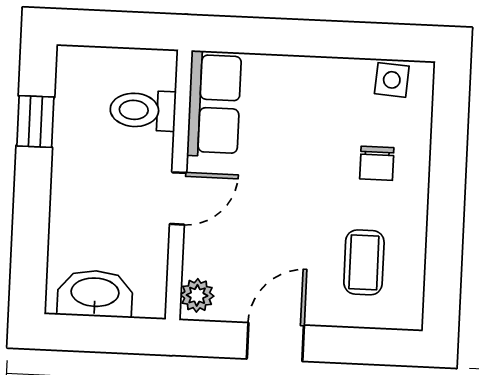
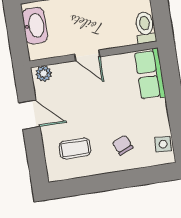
row of seats: (214, 104) -> (150, 74), moved, turned 90
toilet: (143, 110) -> (145, 27), moved
chair: (377, 163) -> (123, 145), turned 67

